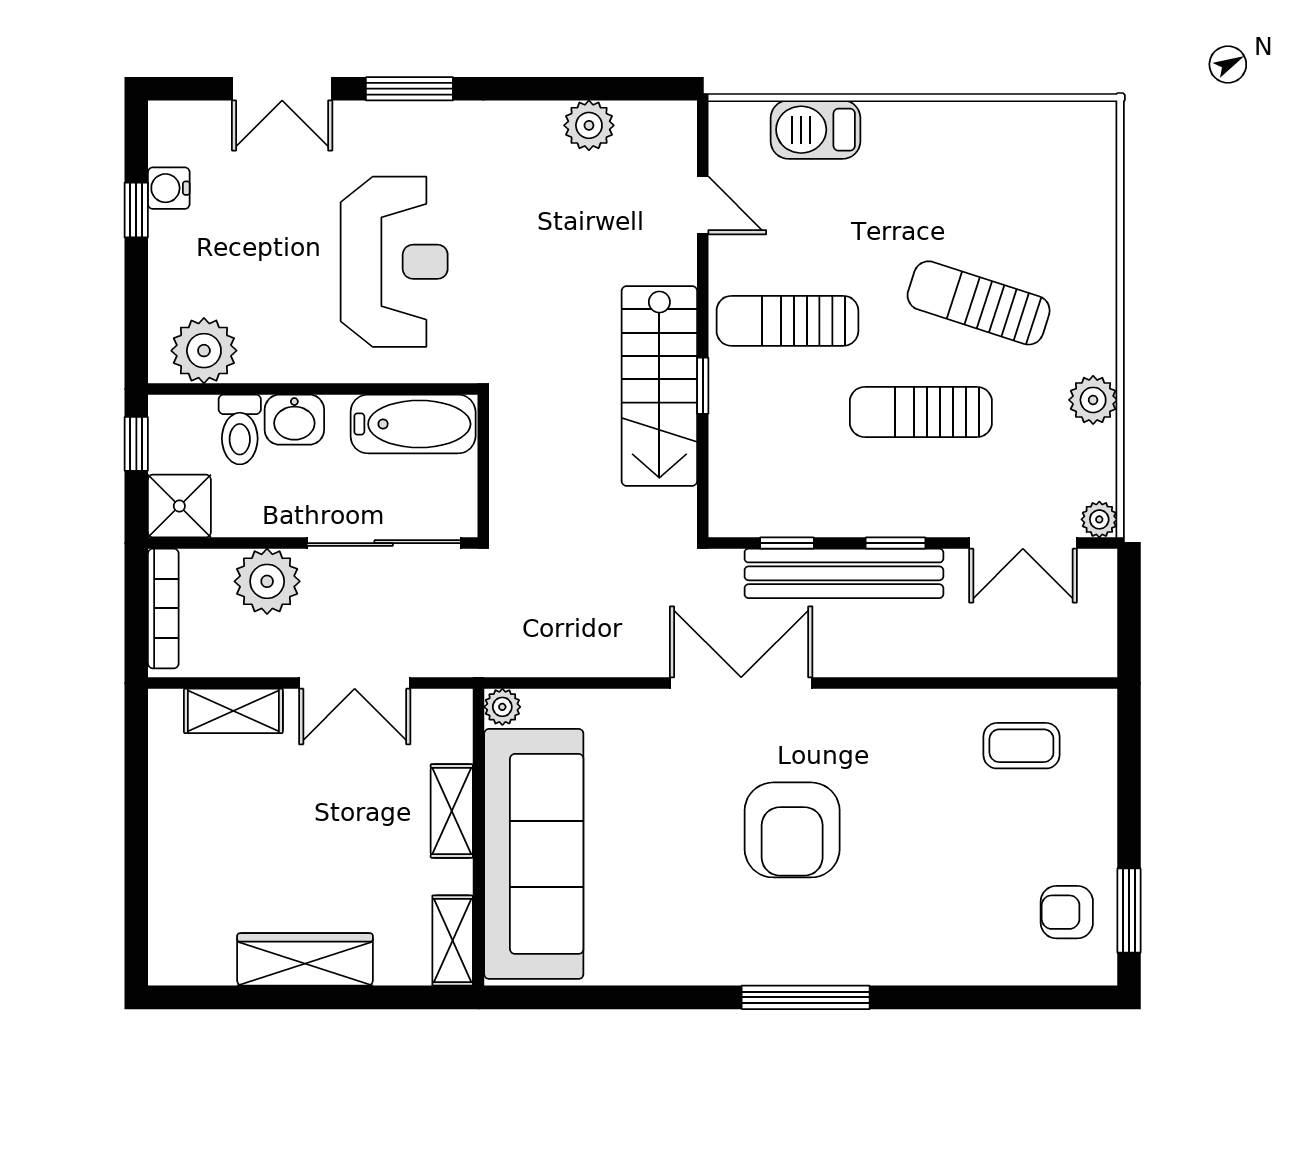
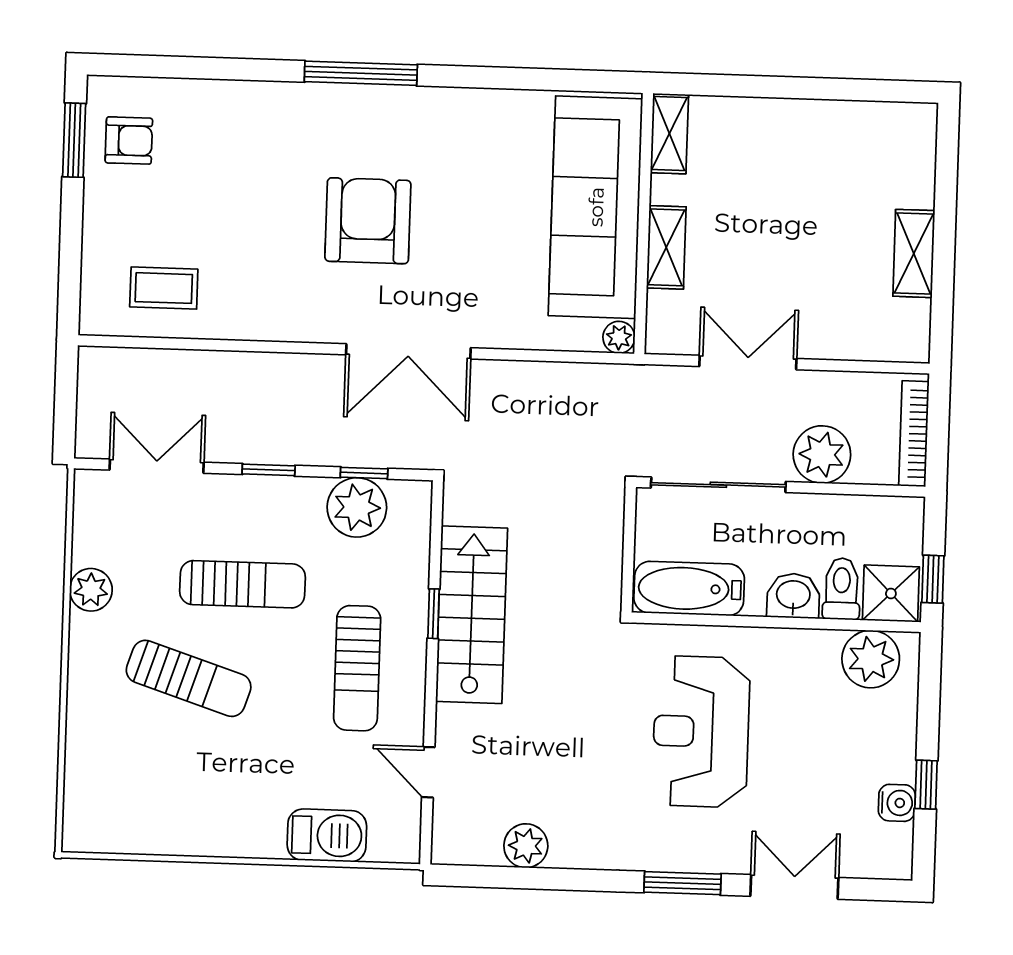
sun lounger: (787, 321) -> (357, 668), turned 90
shower: (179, 506) -> (891, 593), moved
plant: (1099, 519) -> (357, 507), moved, width x1.88, depth x1.88
bench: (844, 573) -> (315, 445), removed
shelving: (233, 711) -> (914, 253), moved, turned 90
wardrobe: (305, 959) -> (800, 121), removed

